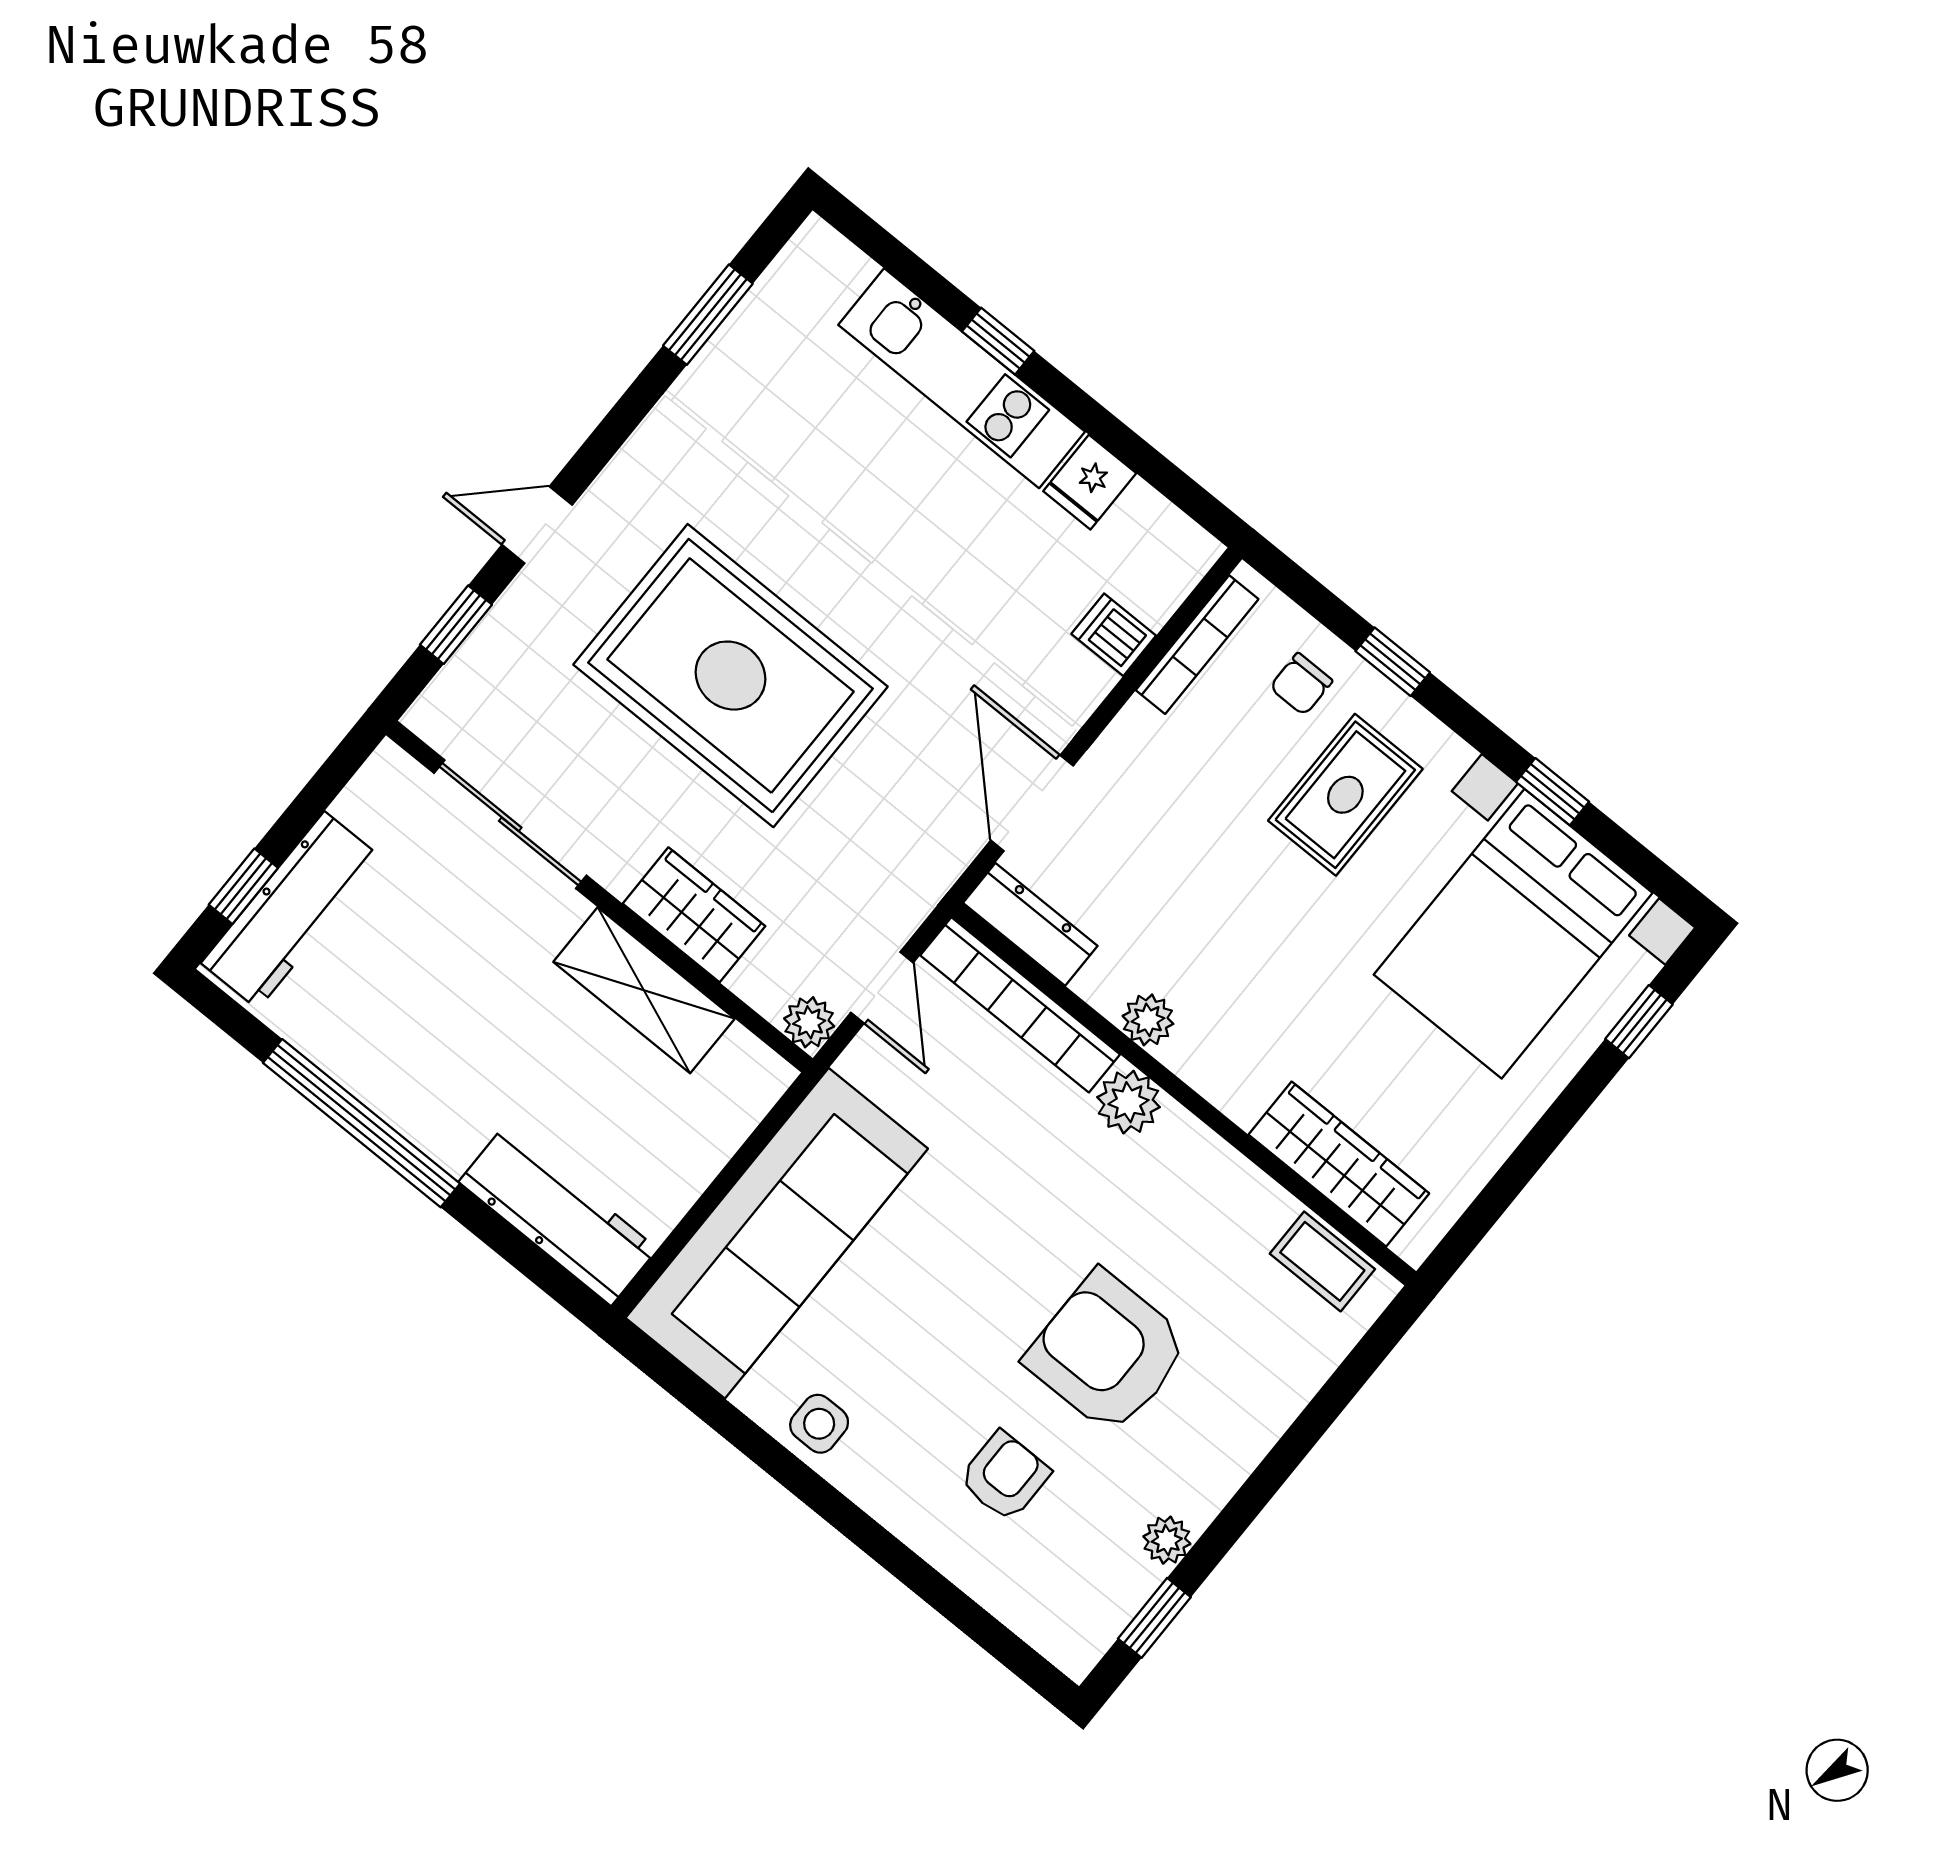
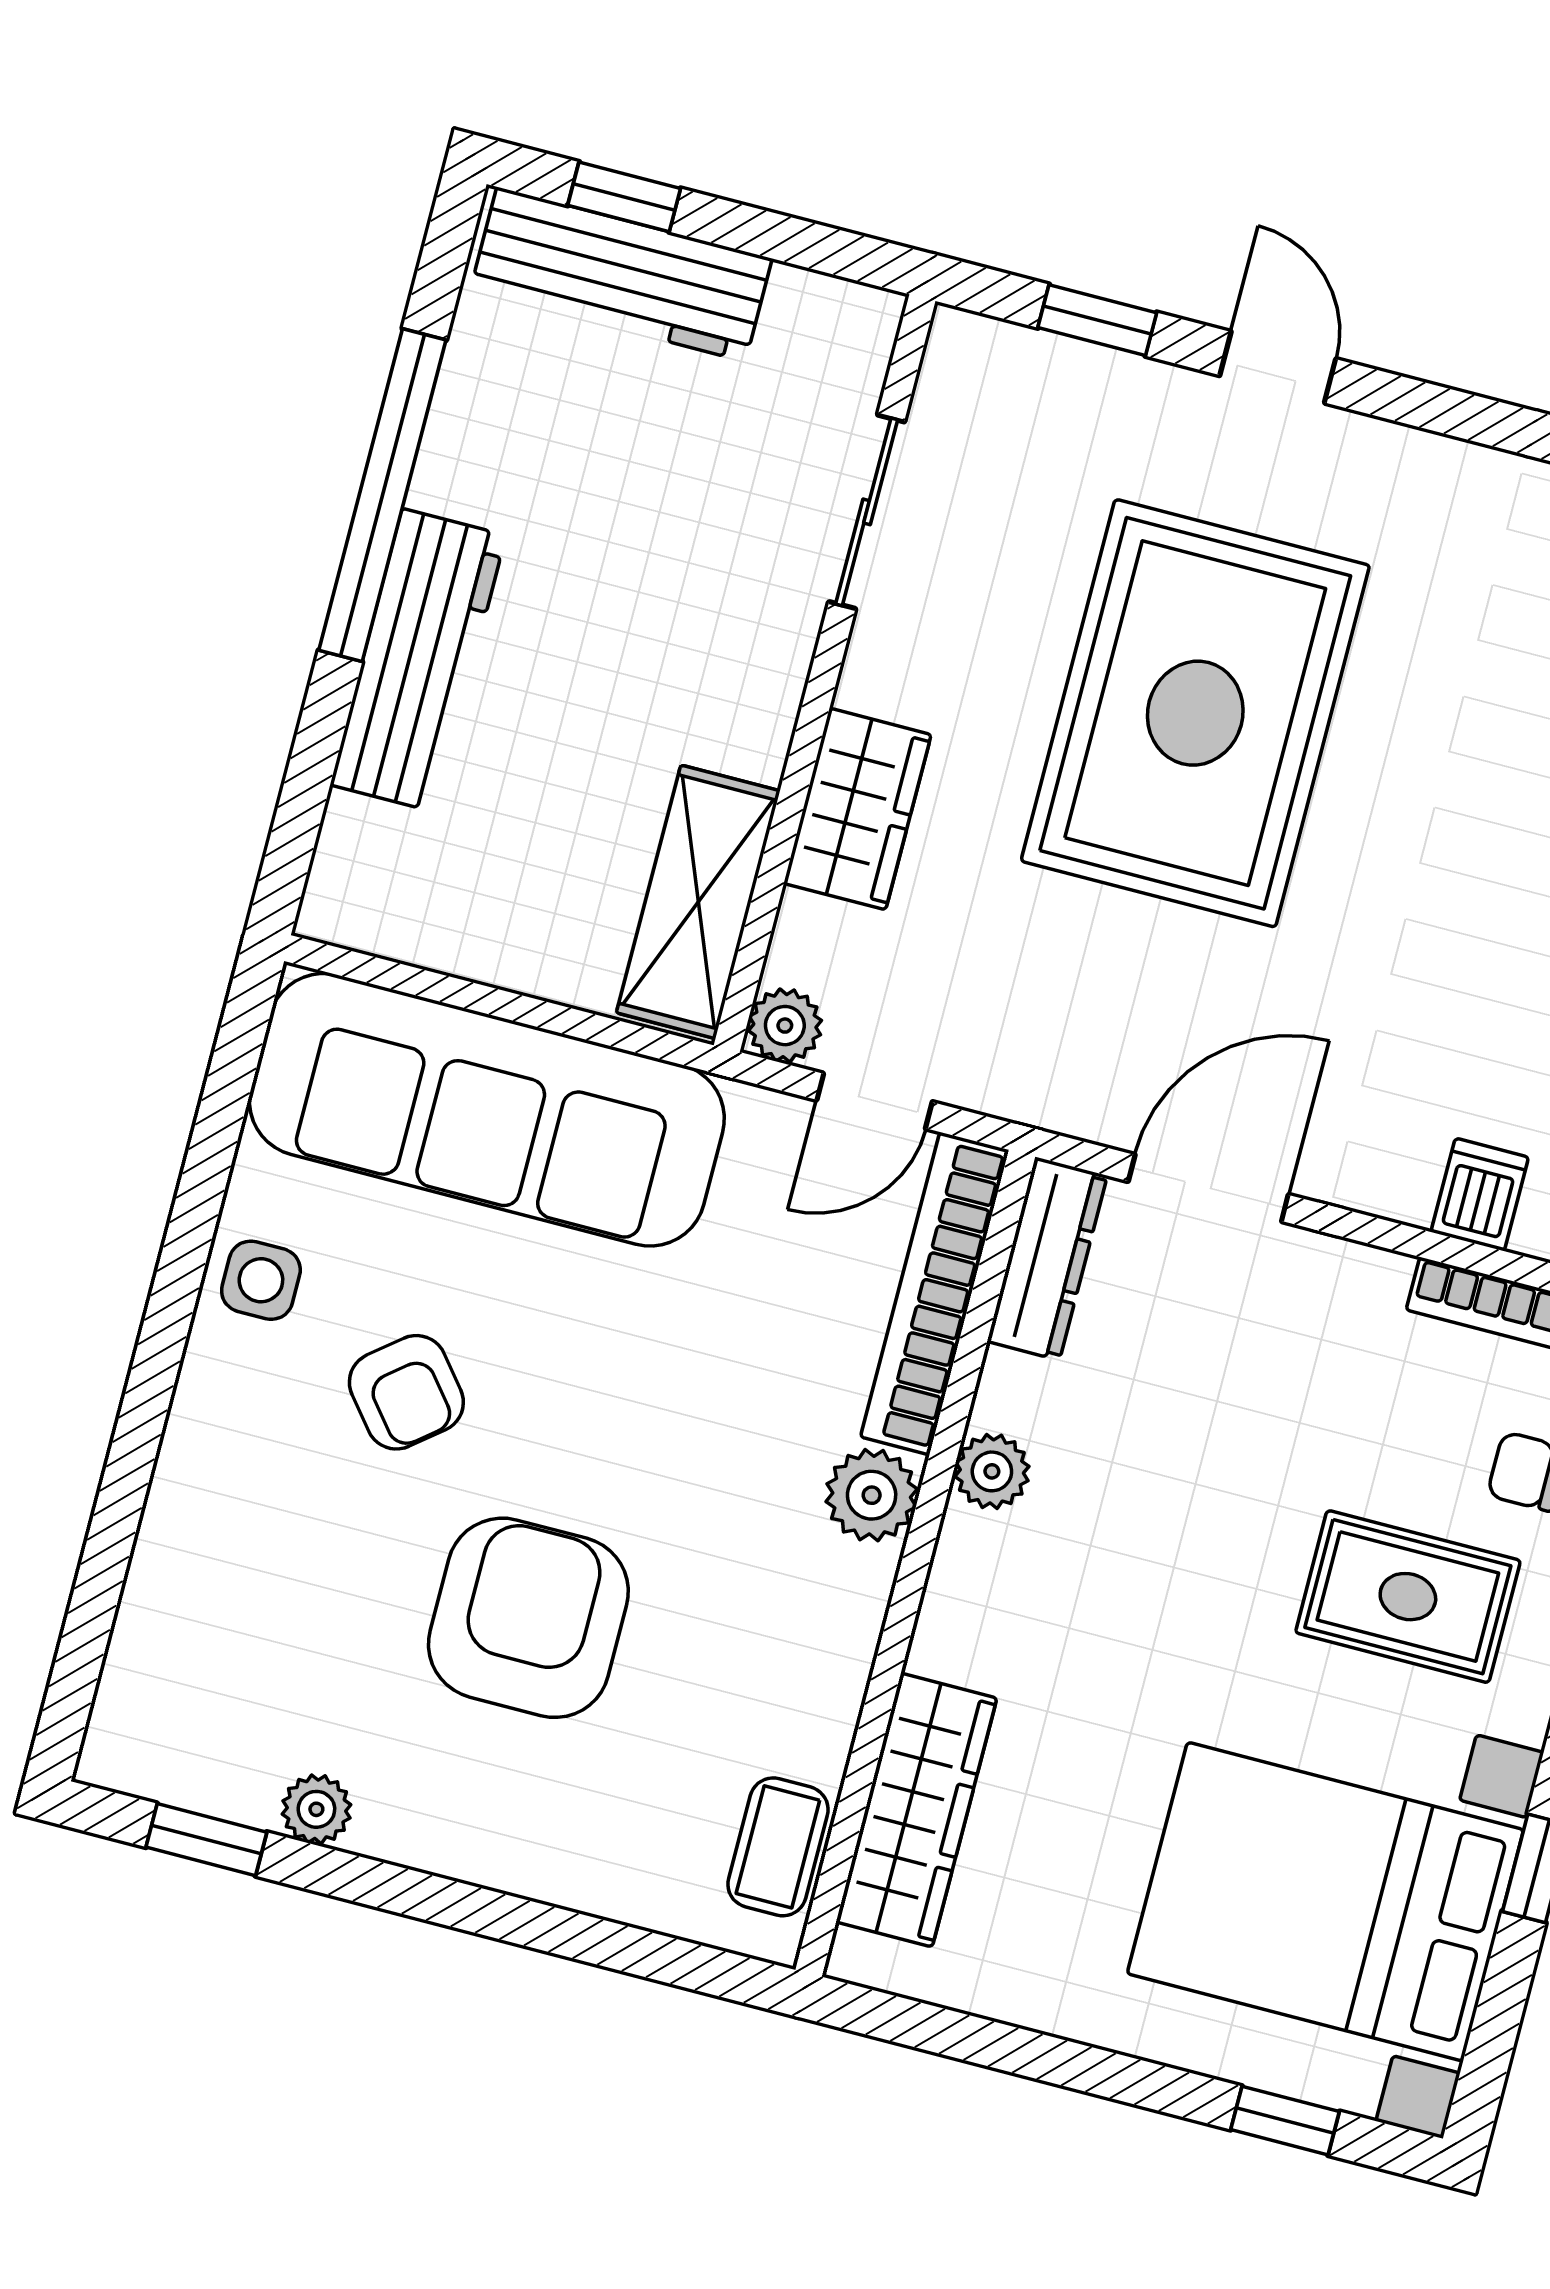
sliding door: (510, 824) -> (867, 512), width x0.73
shelving: (644, 990) -> (698, 902), moved
workbench: (558, 1215) -> (418, 660), moved
armchair: (1005, 1476) -> (406, 1392), moved, turned 51

